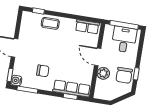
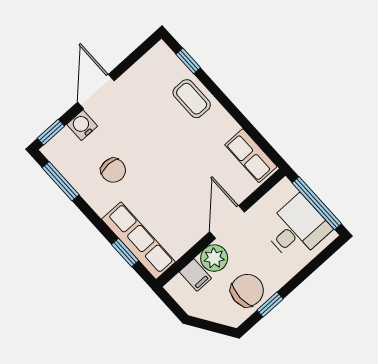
chair: (124, 75) -> (247, 290), turned 180
water cooler: (16, 81) -> (82, 125), moved
filing cabinet: (101, 85) -> (195, 275), added

